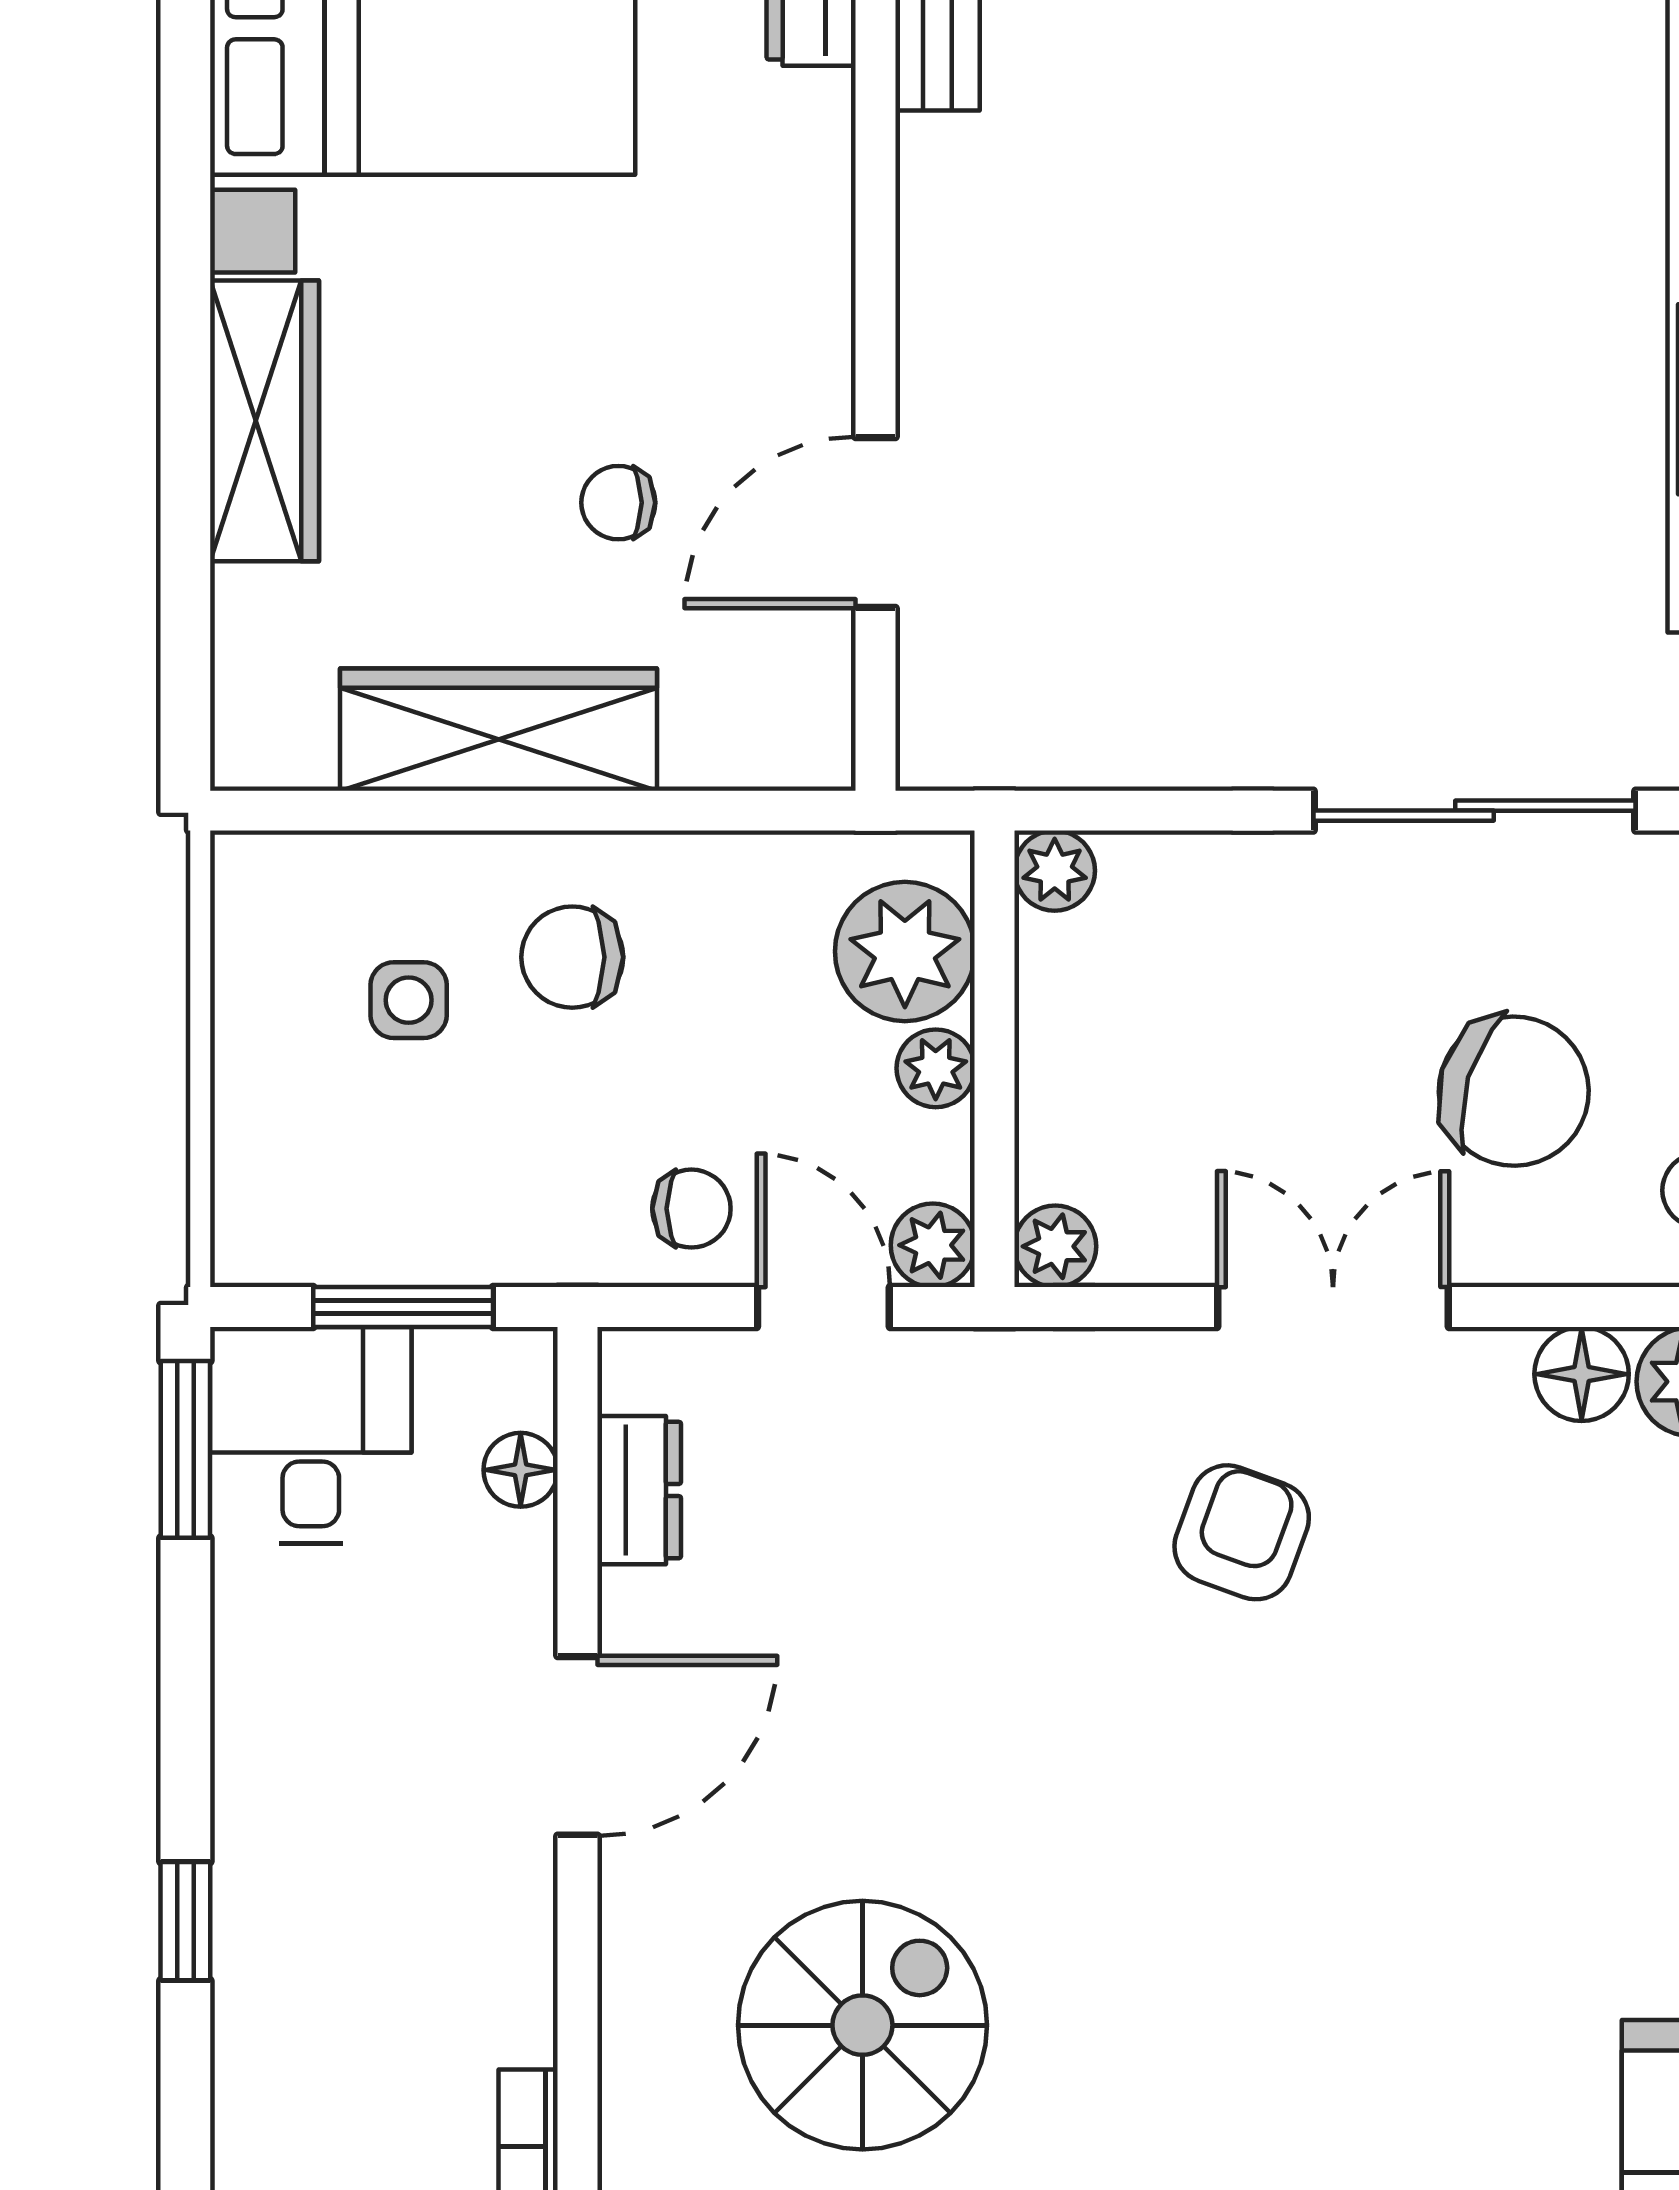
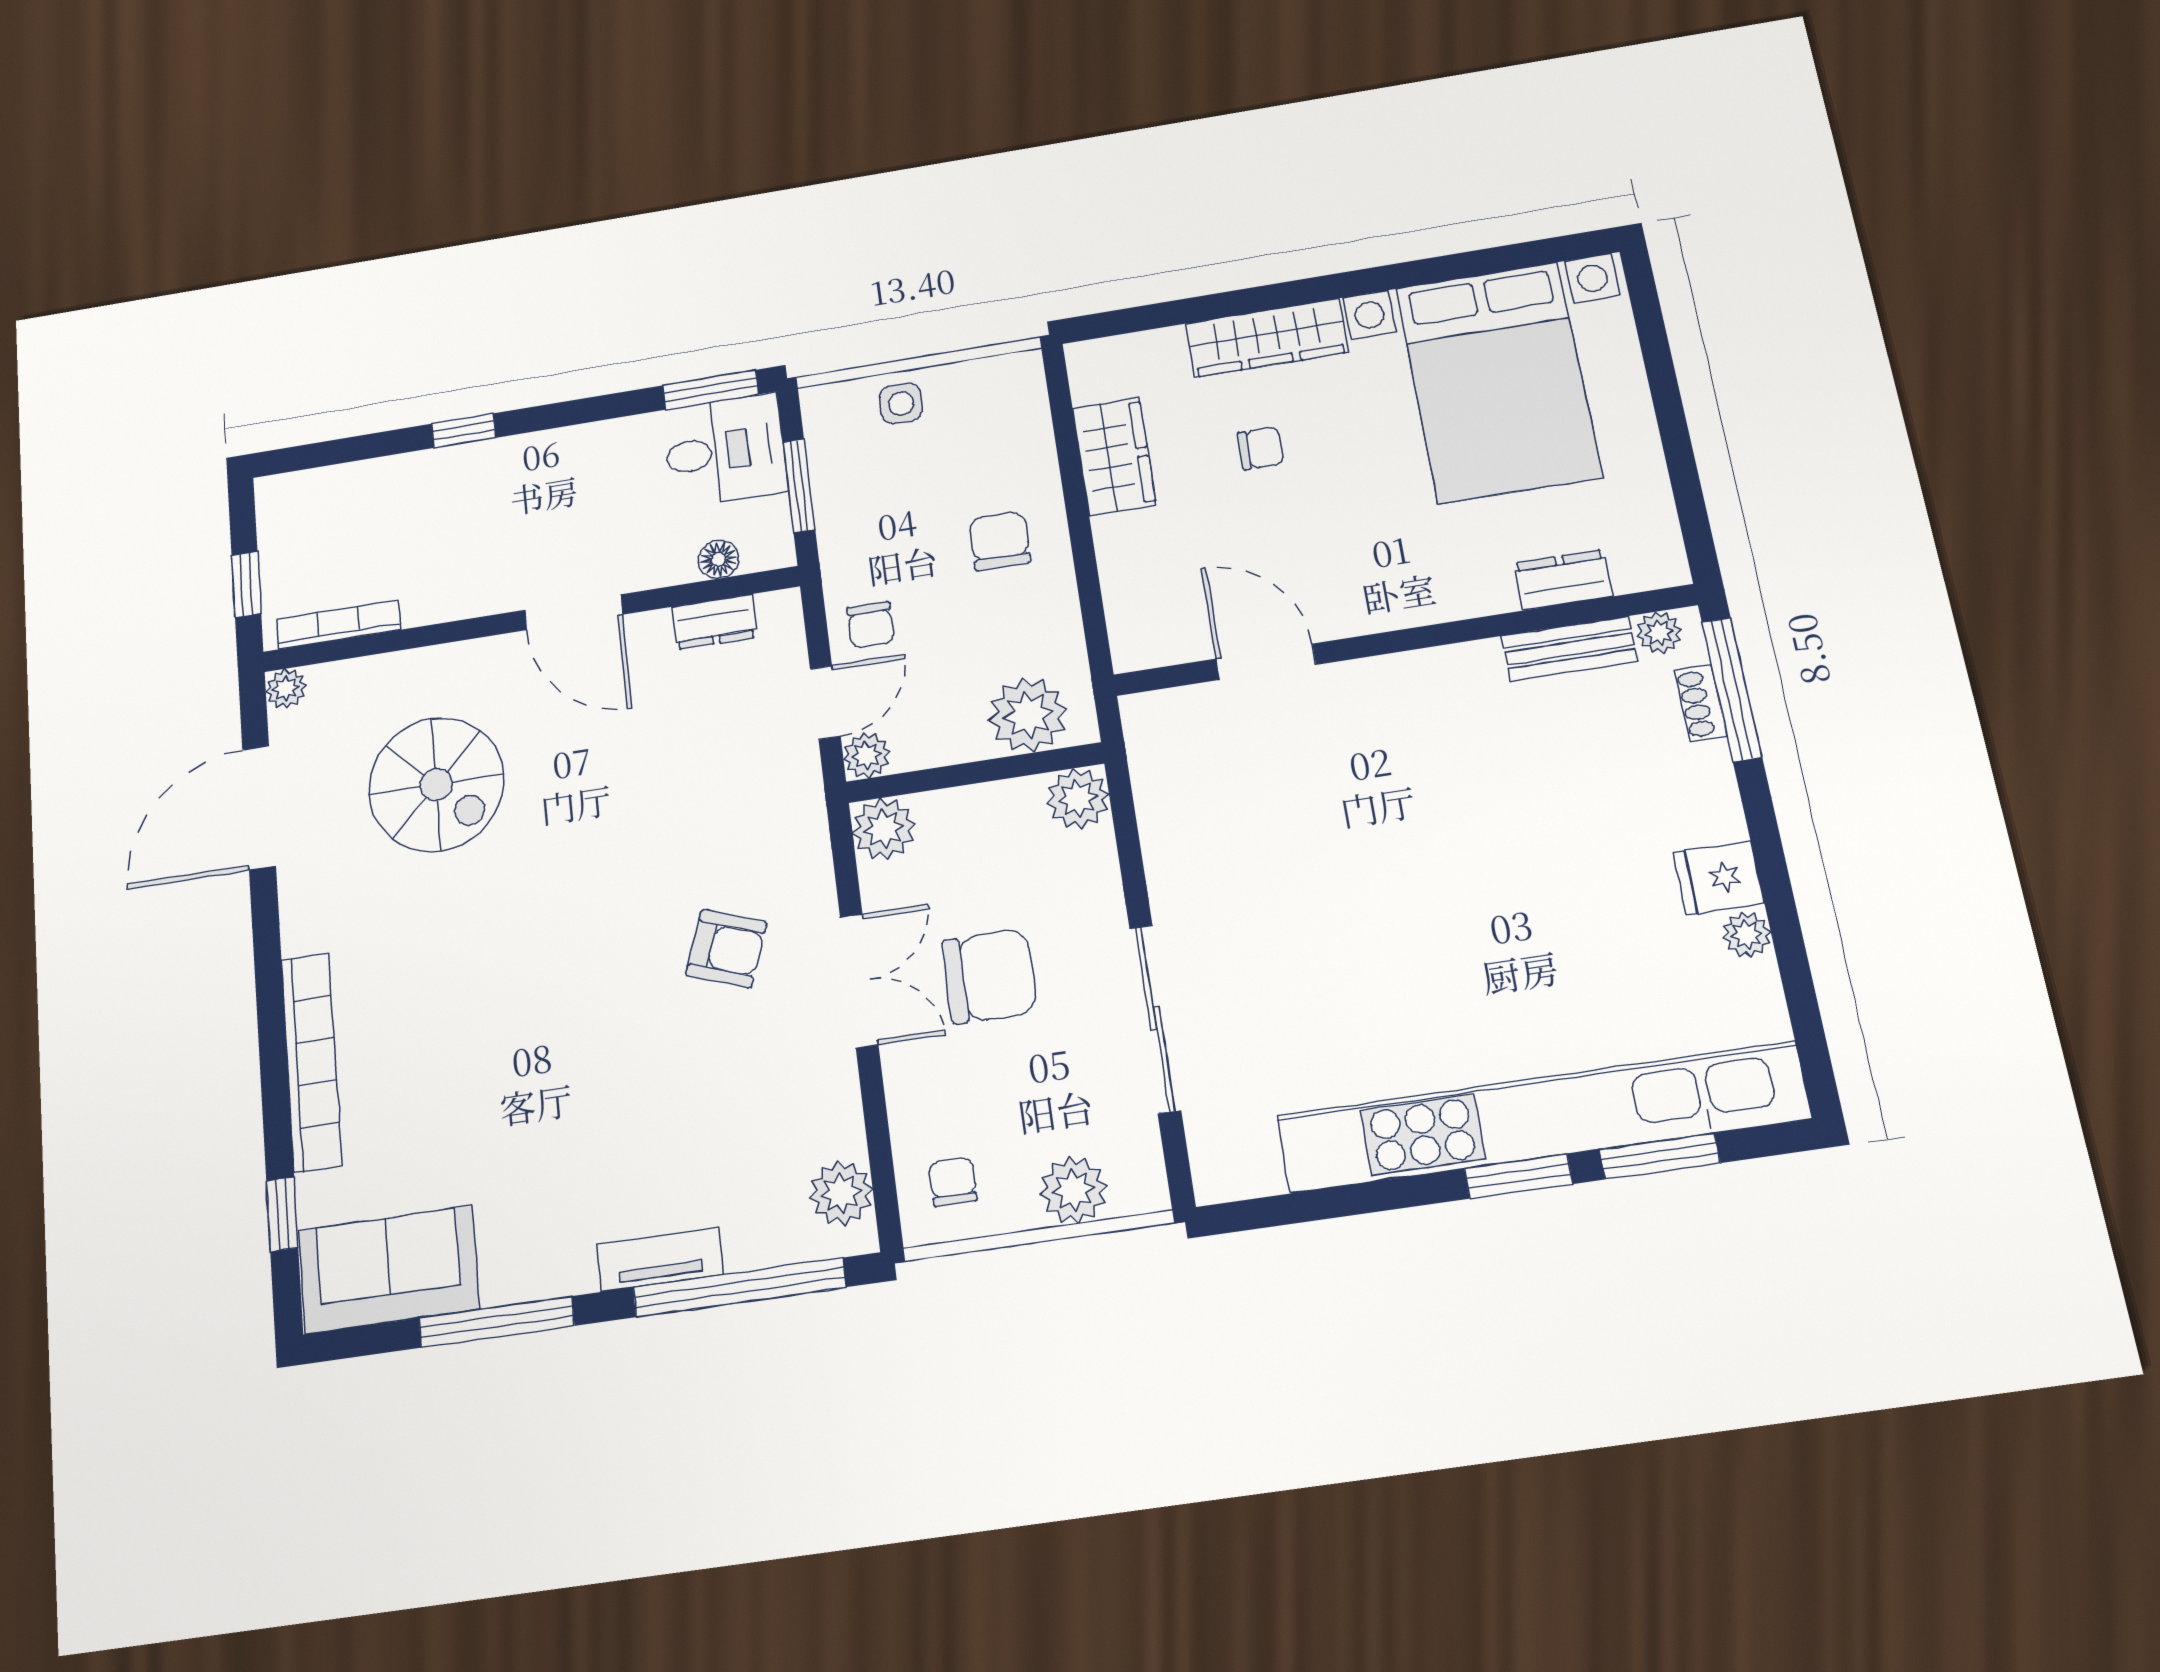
chair: (618, 503) -> (1261, 448), moved, turned 90
wardrobe: (499, 730) -> (1114, 456), width x0.67
plant: (1055, 871) -> (1078, 798), width x1.38, depth x1.38
side table: (409, 1000) -> (901, 403), moved
plant: (936, 1068) -> (965, 742), removed
chair: (1514, 1091) -> (990, 976), moved, turned -107
plant: (1055, 1246) -> (884, 829), width x1.38, depth x1.38
floor lamp: (1582, 1374) -> (838, 1128), removed

